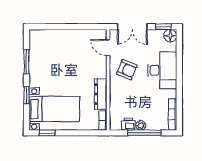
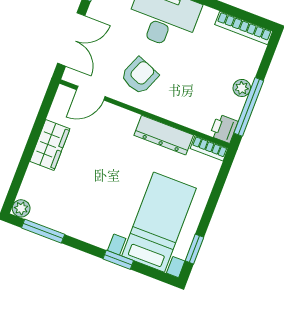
plant: (34, 34) -> (21, 208), added
wardrobe: (73, 37) -> (50, 145), added
window: (27, 62) -> (43, 231), moved
printer: (128, 124) -> (224, 129), moved
window: (144, 133) -> (249, 107), moved

